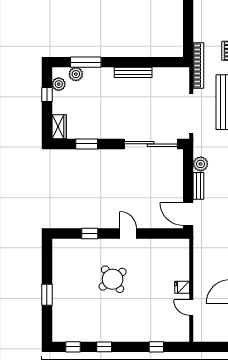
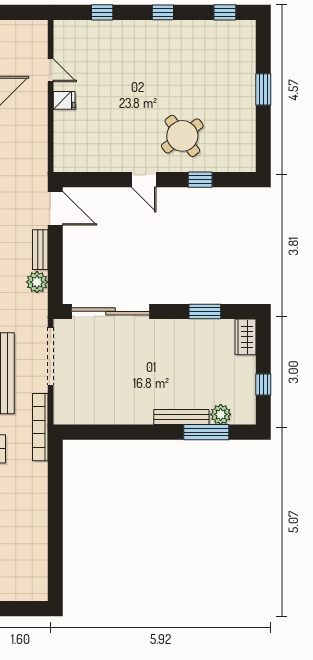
bench: (133, 72) -> (181, 417), moved
plant: (59, 84) -> (246, 400), removed
round table: (113, 279) -> (182, 136), moved
window: (104, 347) -> (163, 12), moved

